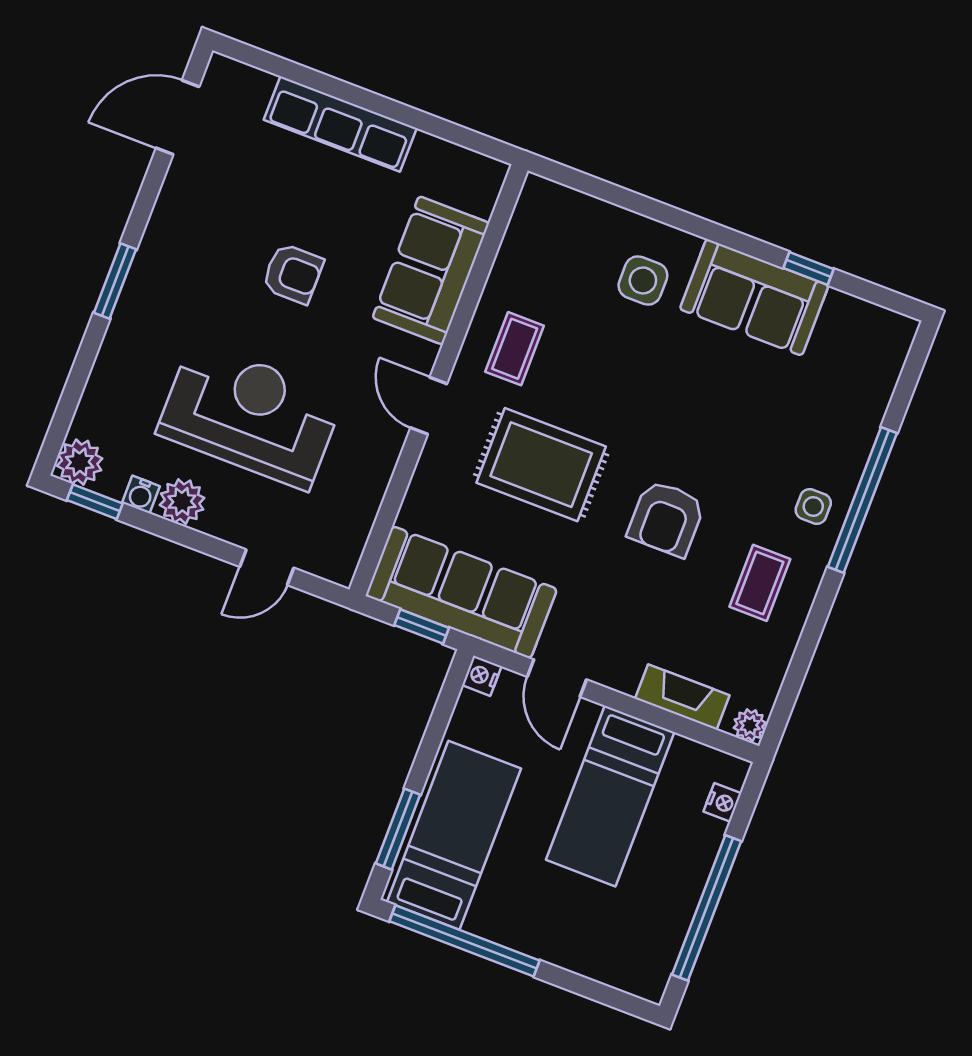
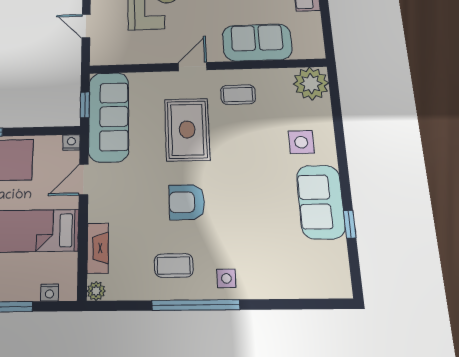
plant: (547, 213) -> (311, 84), added
window: (862, 500) -> (196, 305), moved

